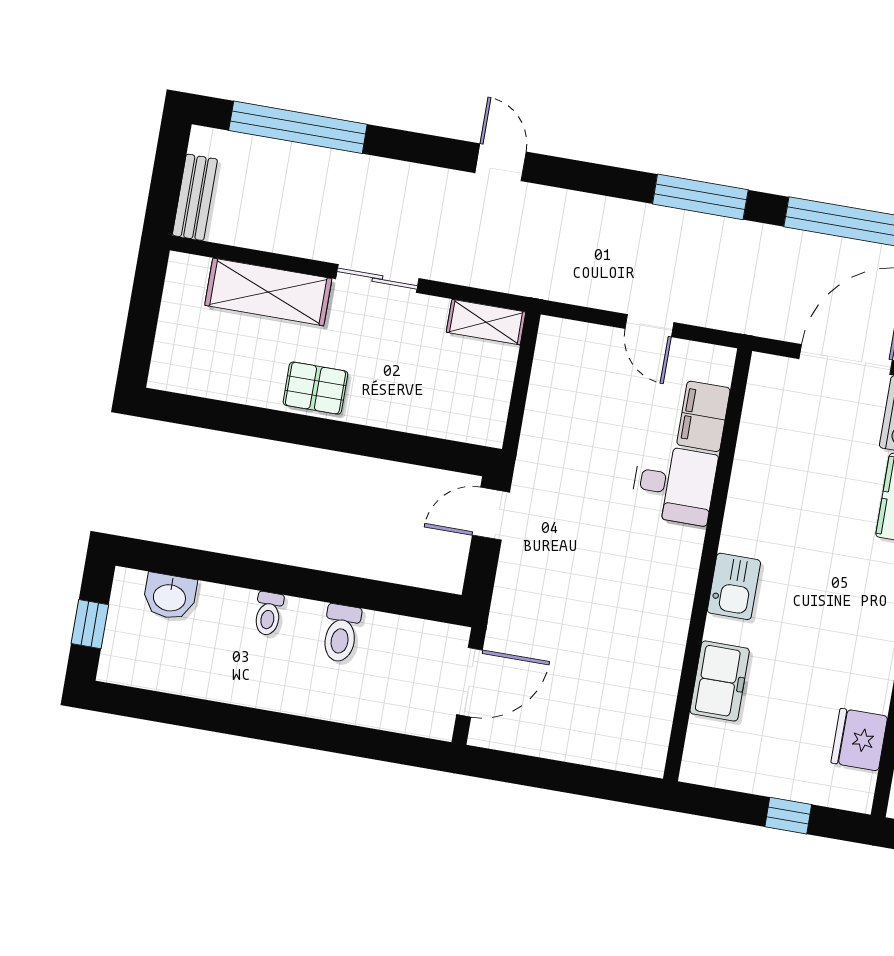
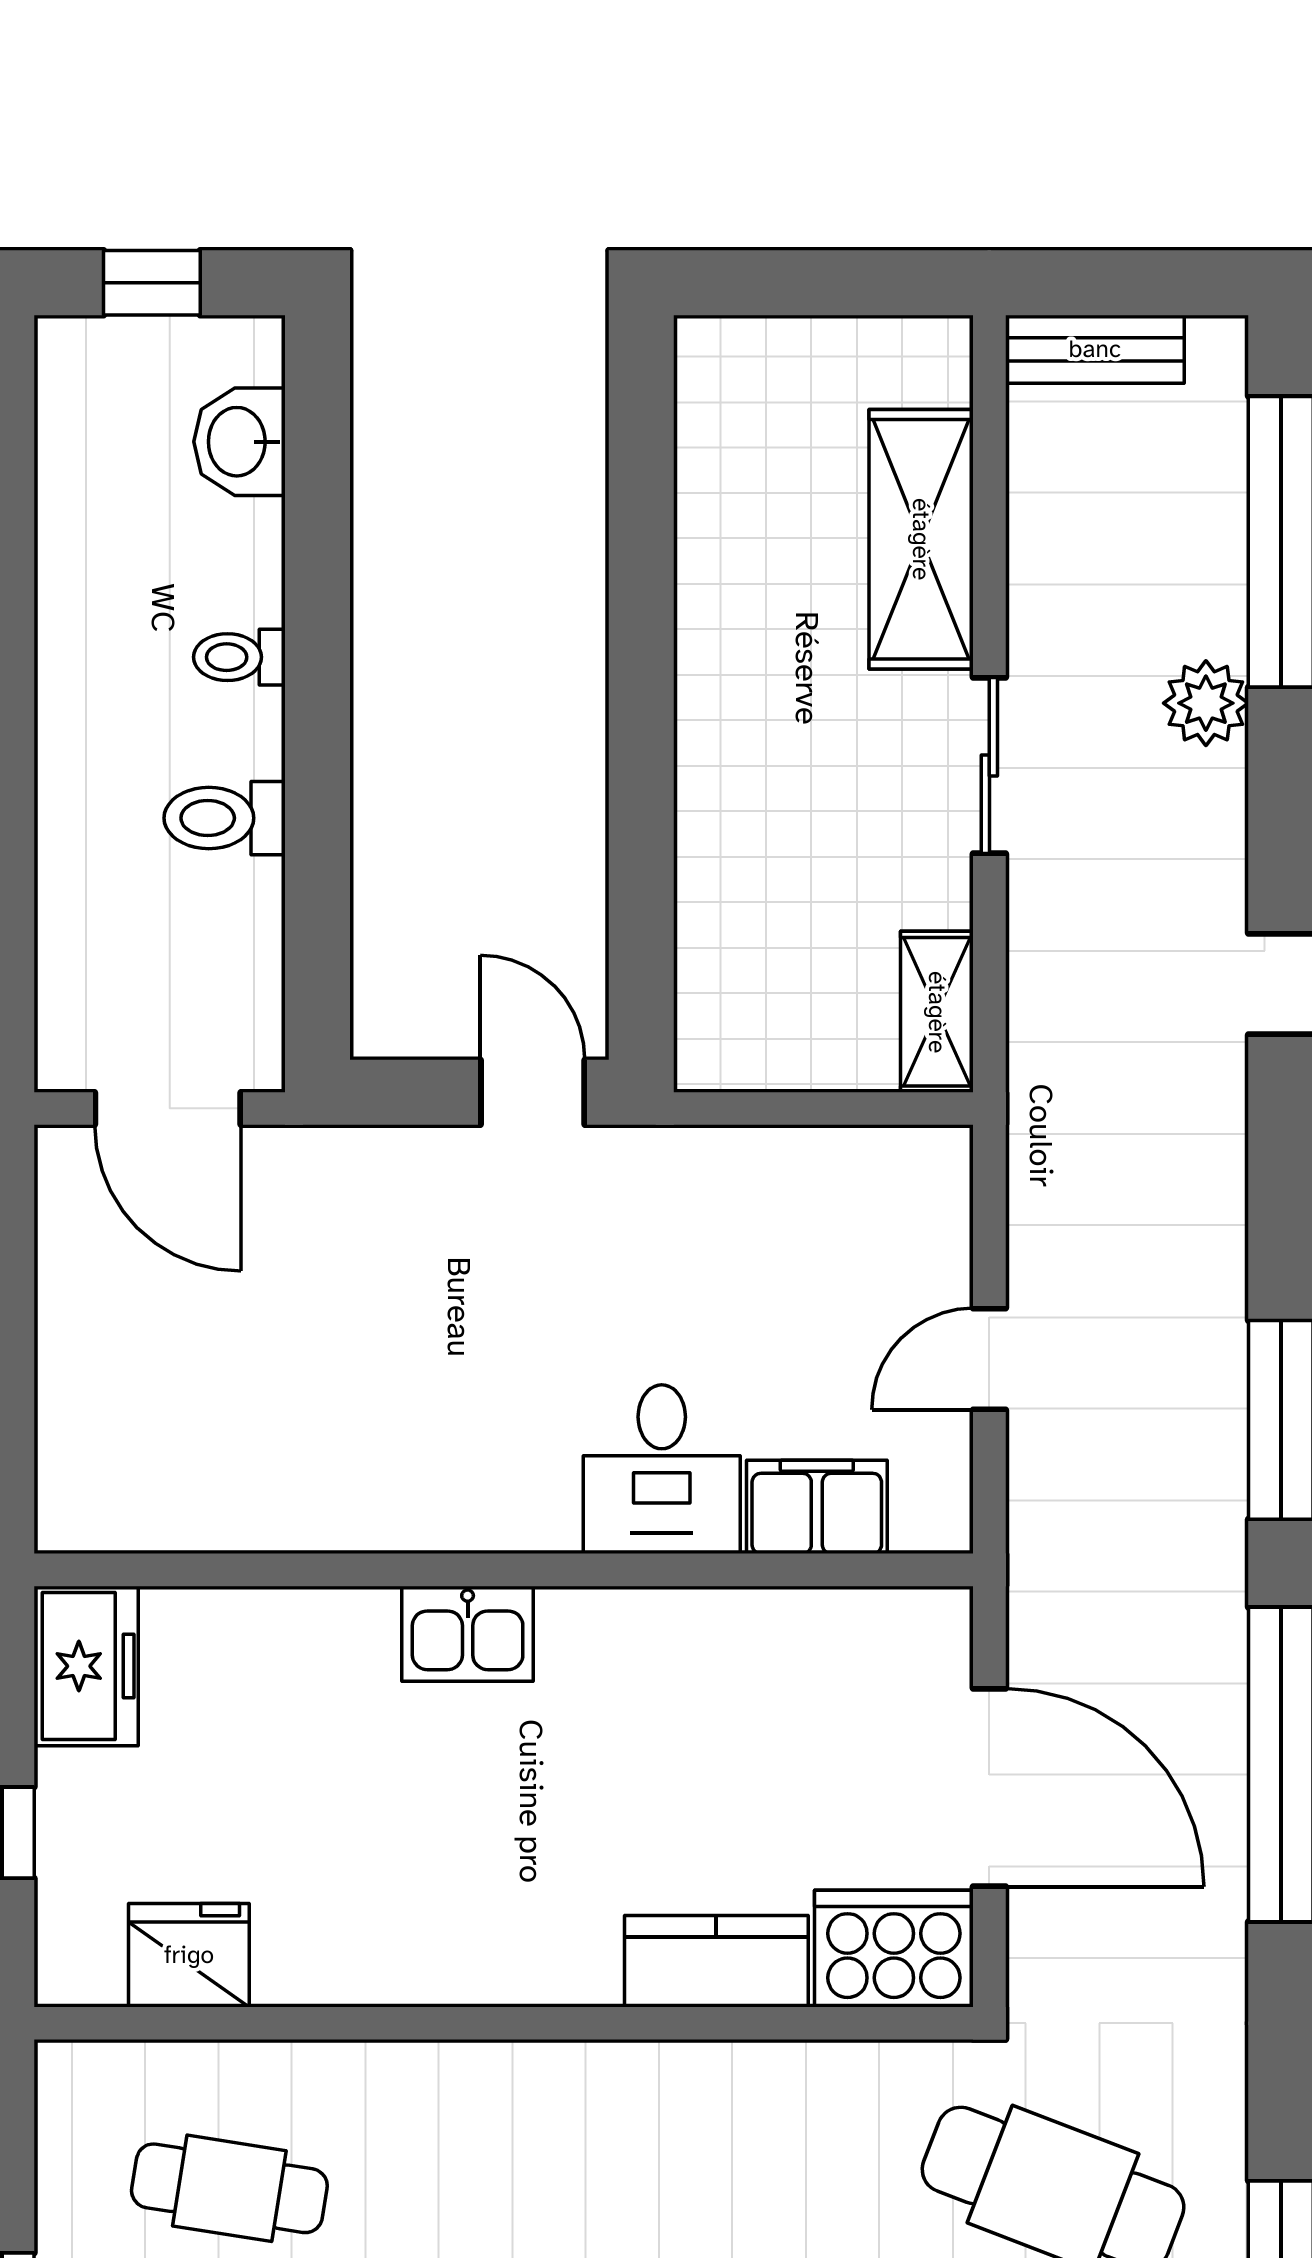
plant: (366, 174) -> (1206, 703), added
pallet: (315, 388) -> (735, 674), removed
freezer: (720, 681) -> (86, 1666), moved, turned -90

